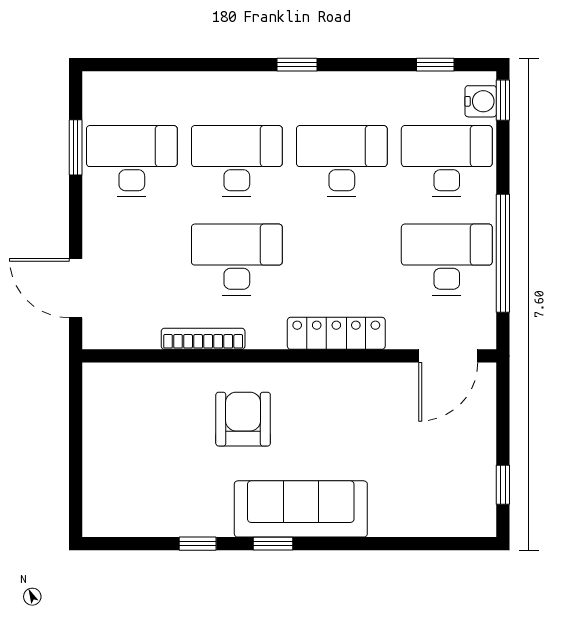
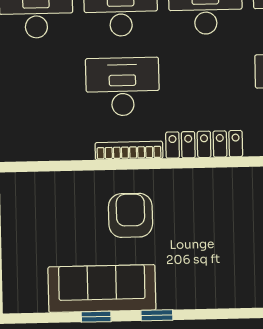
bookcase: (203, 339) -> (129, 150), moved
sofa: (301, 509) -> (102, 288), moved

